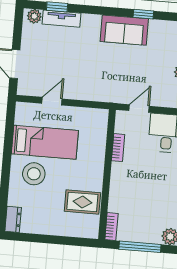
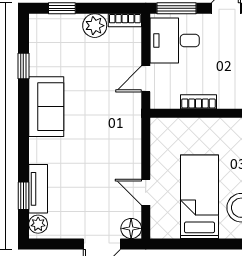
window: (143, 14) -> (23, 66), moved
floor lamp: (25, 88) -> (131, 228), added
door: (139, 108) -> (146, 79), hinge flipped

